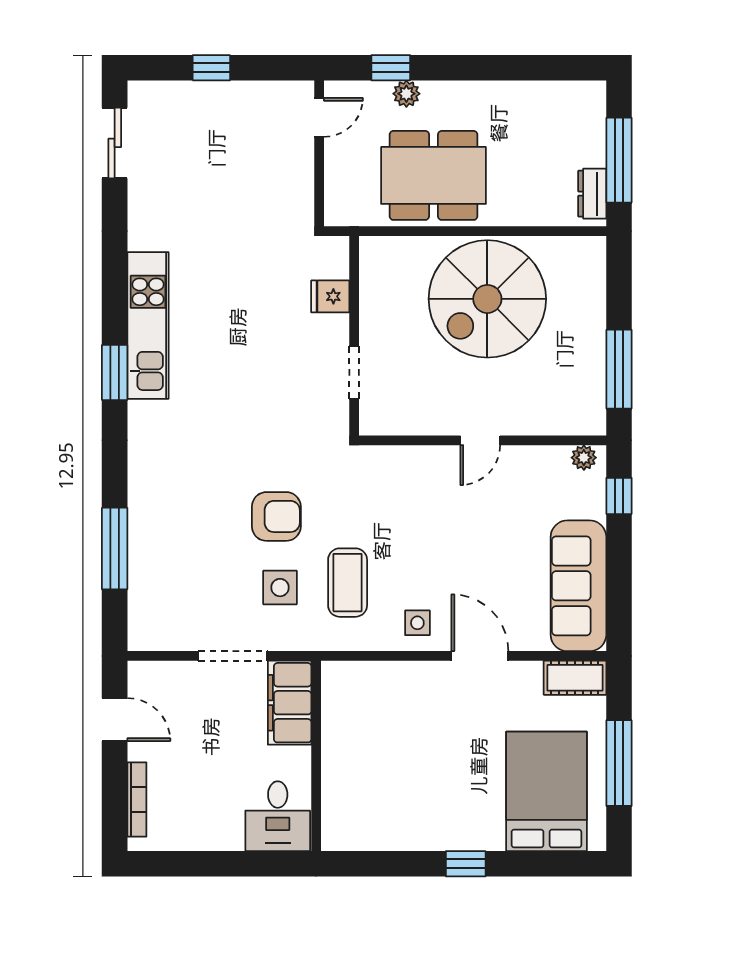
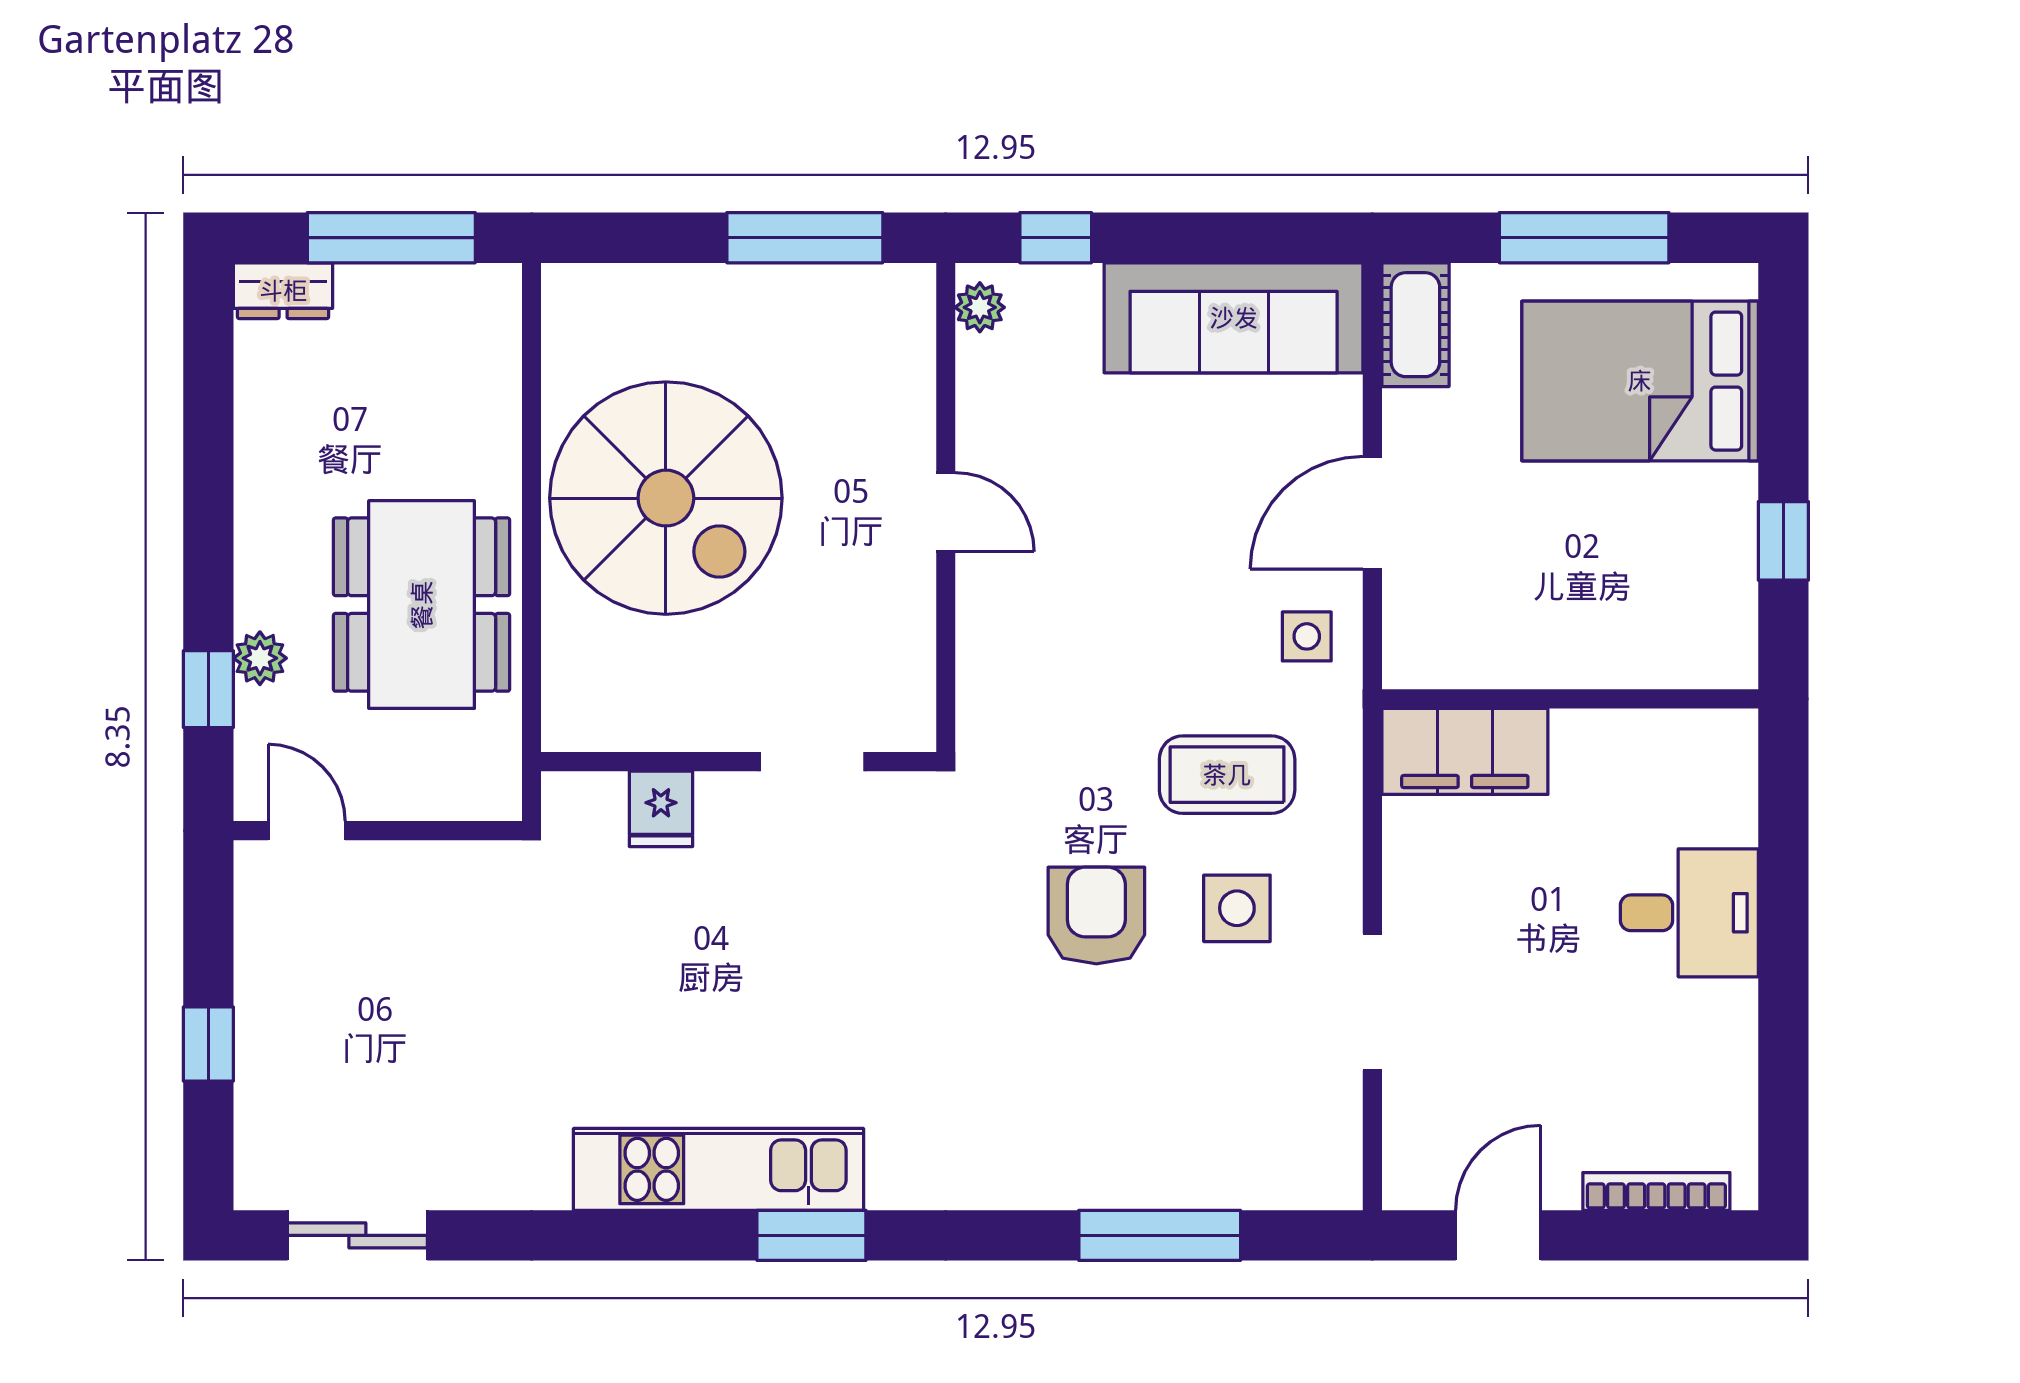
dresser: (592, 194) -> (283, 291), moved
filing cabinet: (290, 703) -> (1465, 751), moved
wall: (316, 756) -> (1570, 699), moved

